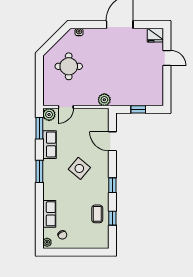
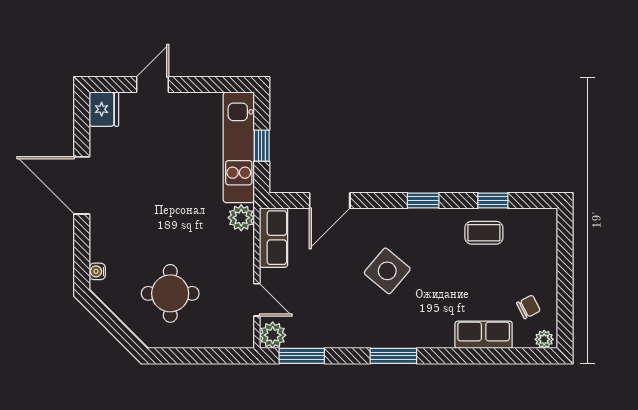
kitchen unit: (137, 99) -> (239, 147), added
row of seats: (49, 145) -> (273, 238), moved, turned 90

